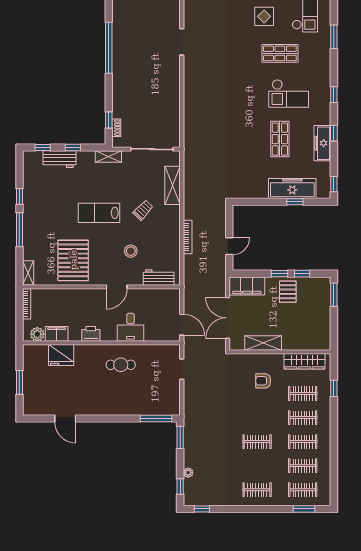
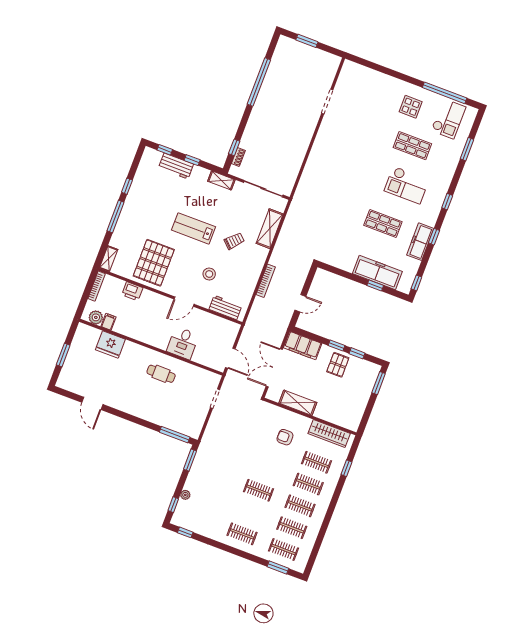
shop shelf: (280, 139) -> (383, 223), turned 90
filing cabinet: (57, 334) -> (108, 322), width x0.50
printer: (91, 334) -> (132, 291), moved, turned 180

